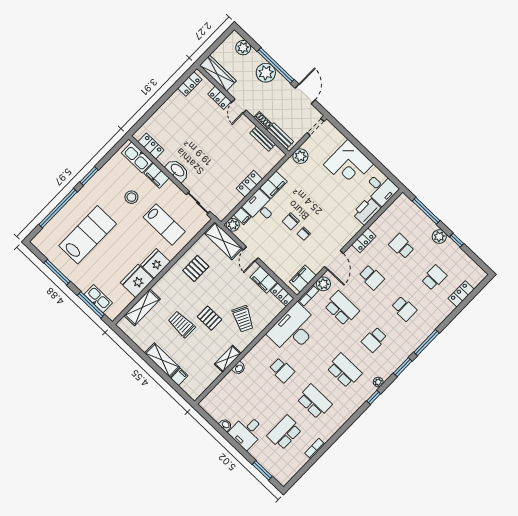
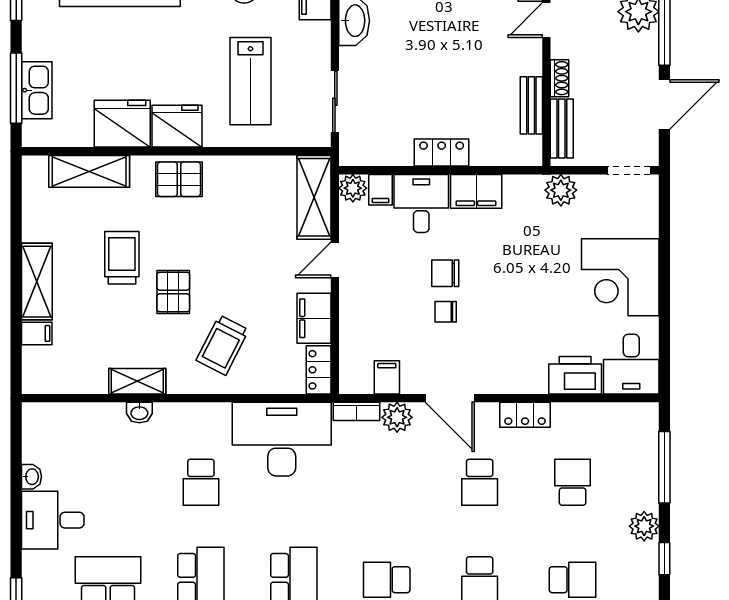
door: (334, 260) -> (450, 398), hinge flipped
pallet: (196, 268) -> (179, 179), moved
filing cabinet: (303, 279) -> (387, 377), width x0.50
school desk: (342, 308) -> (387, 482), removed

